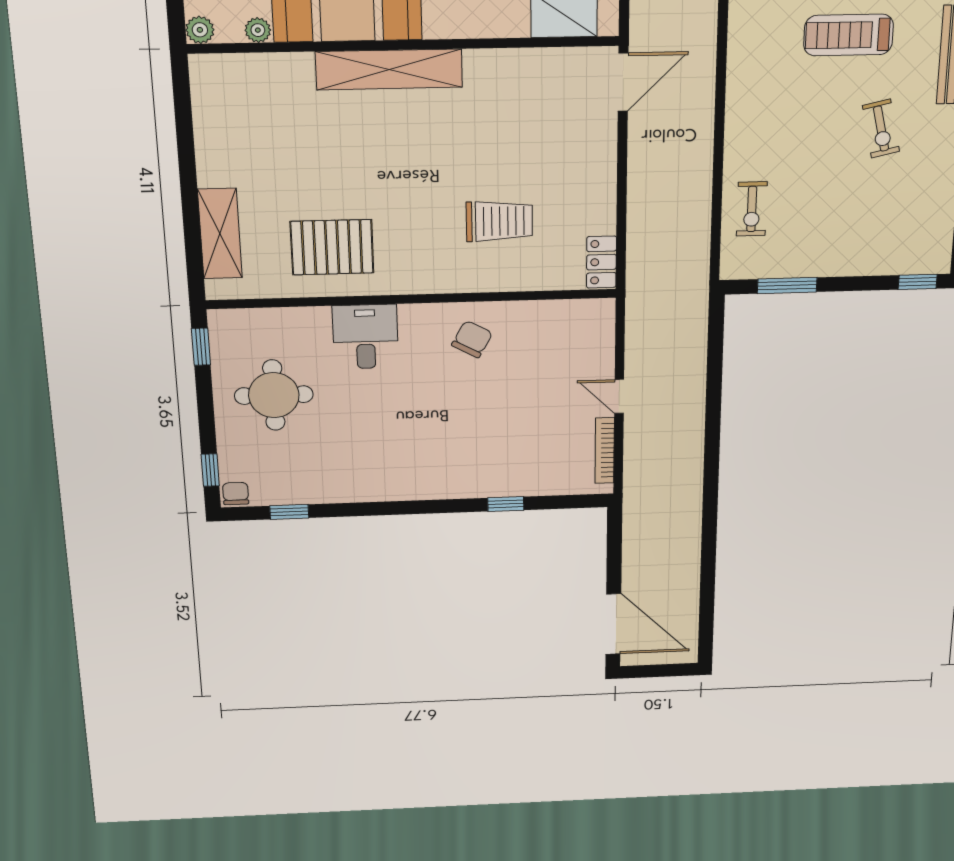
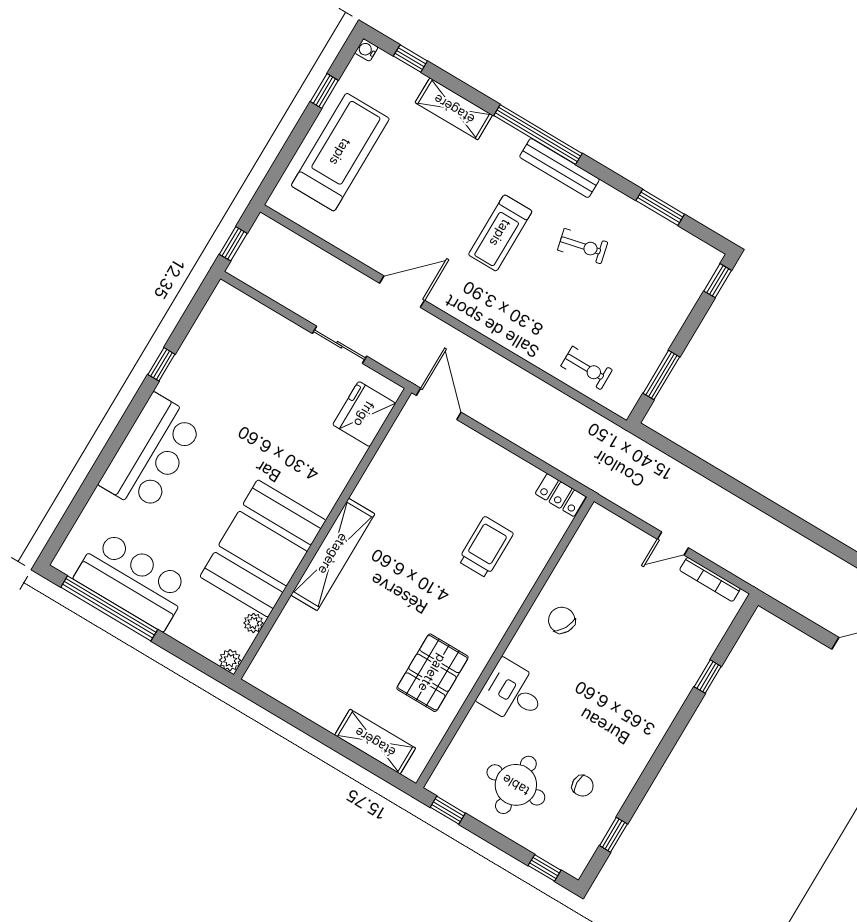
chair: (236, 493) -> (583, 786), moved, turned 180

